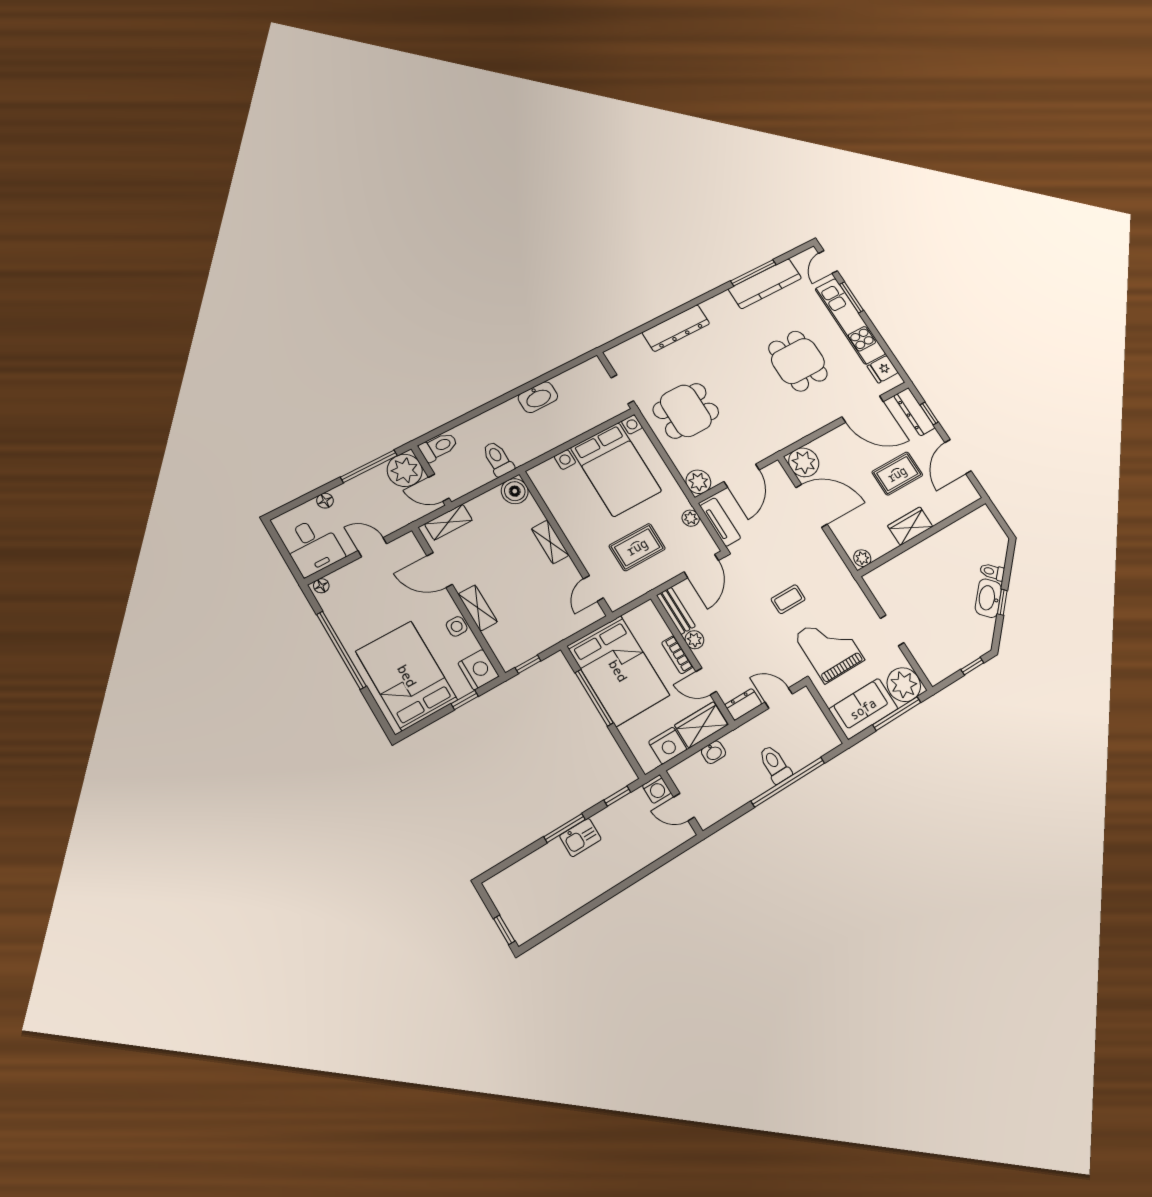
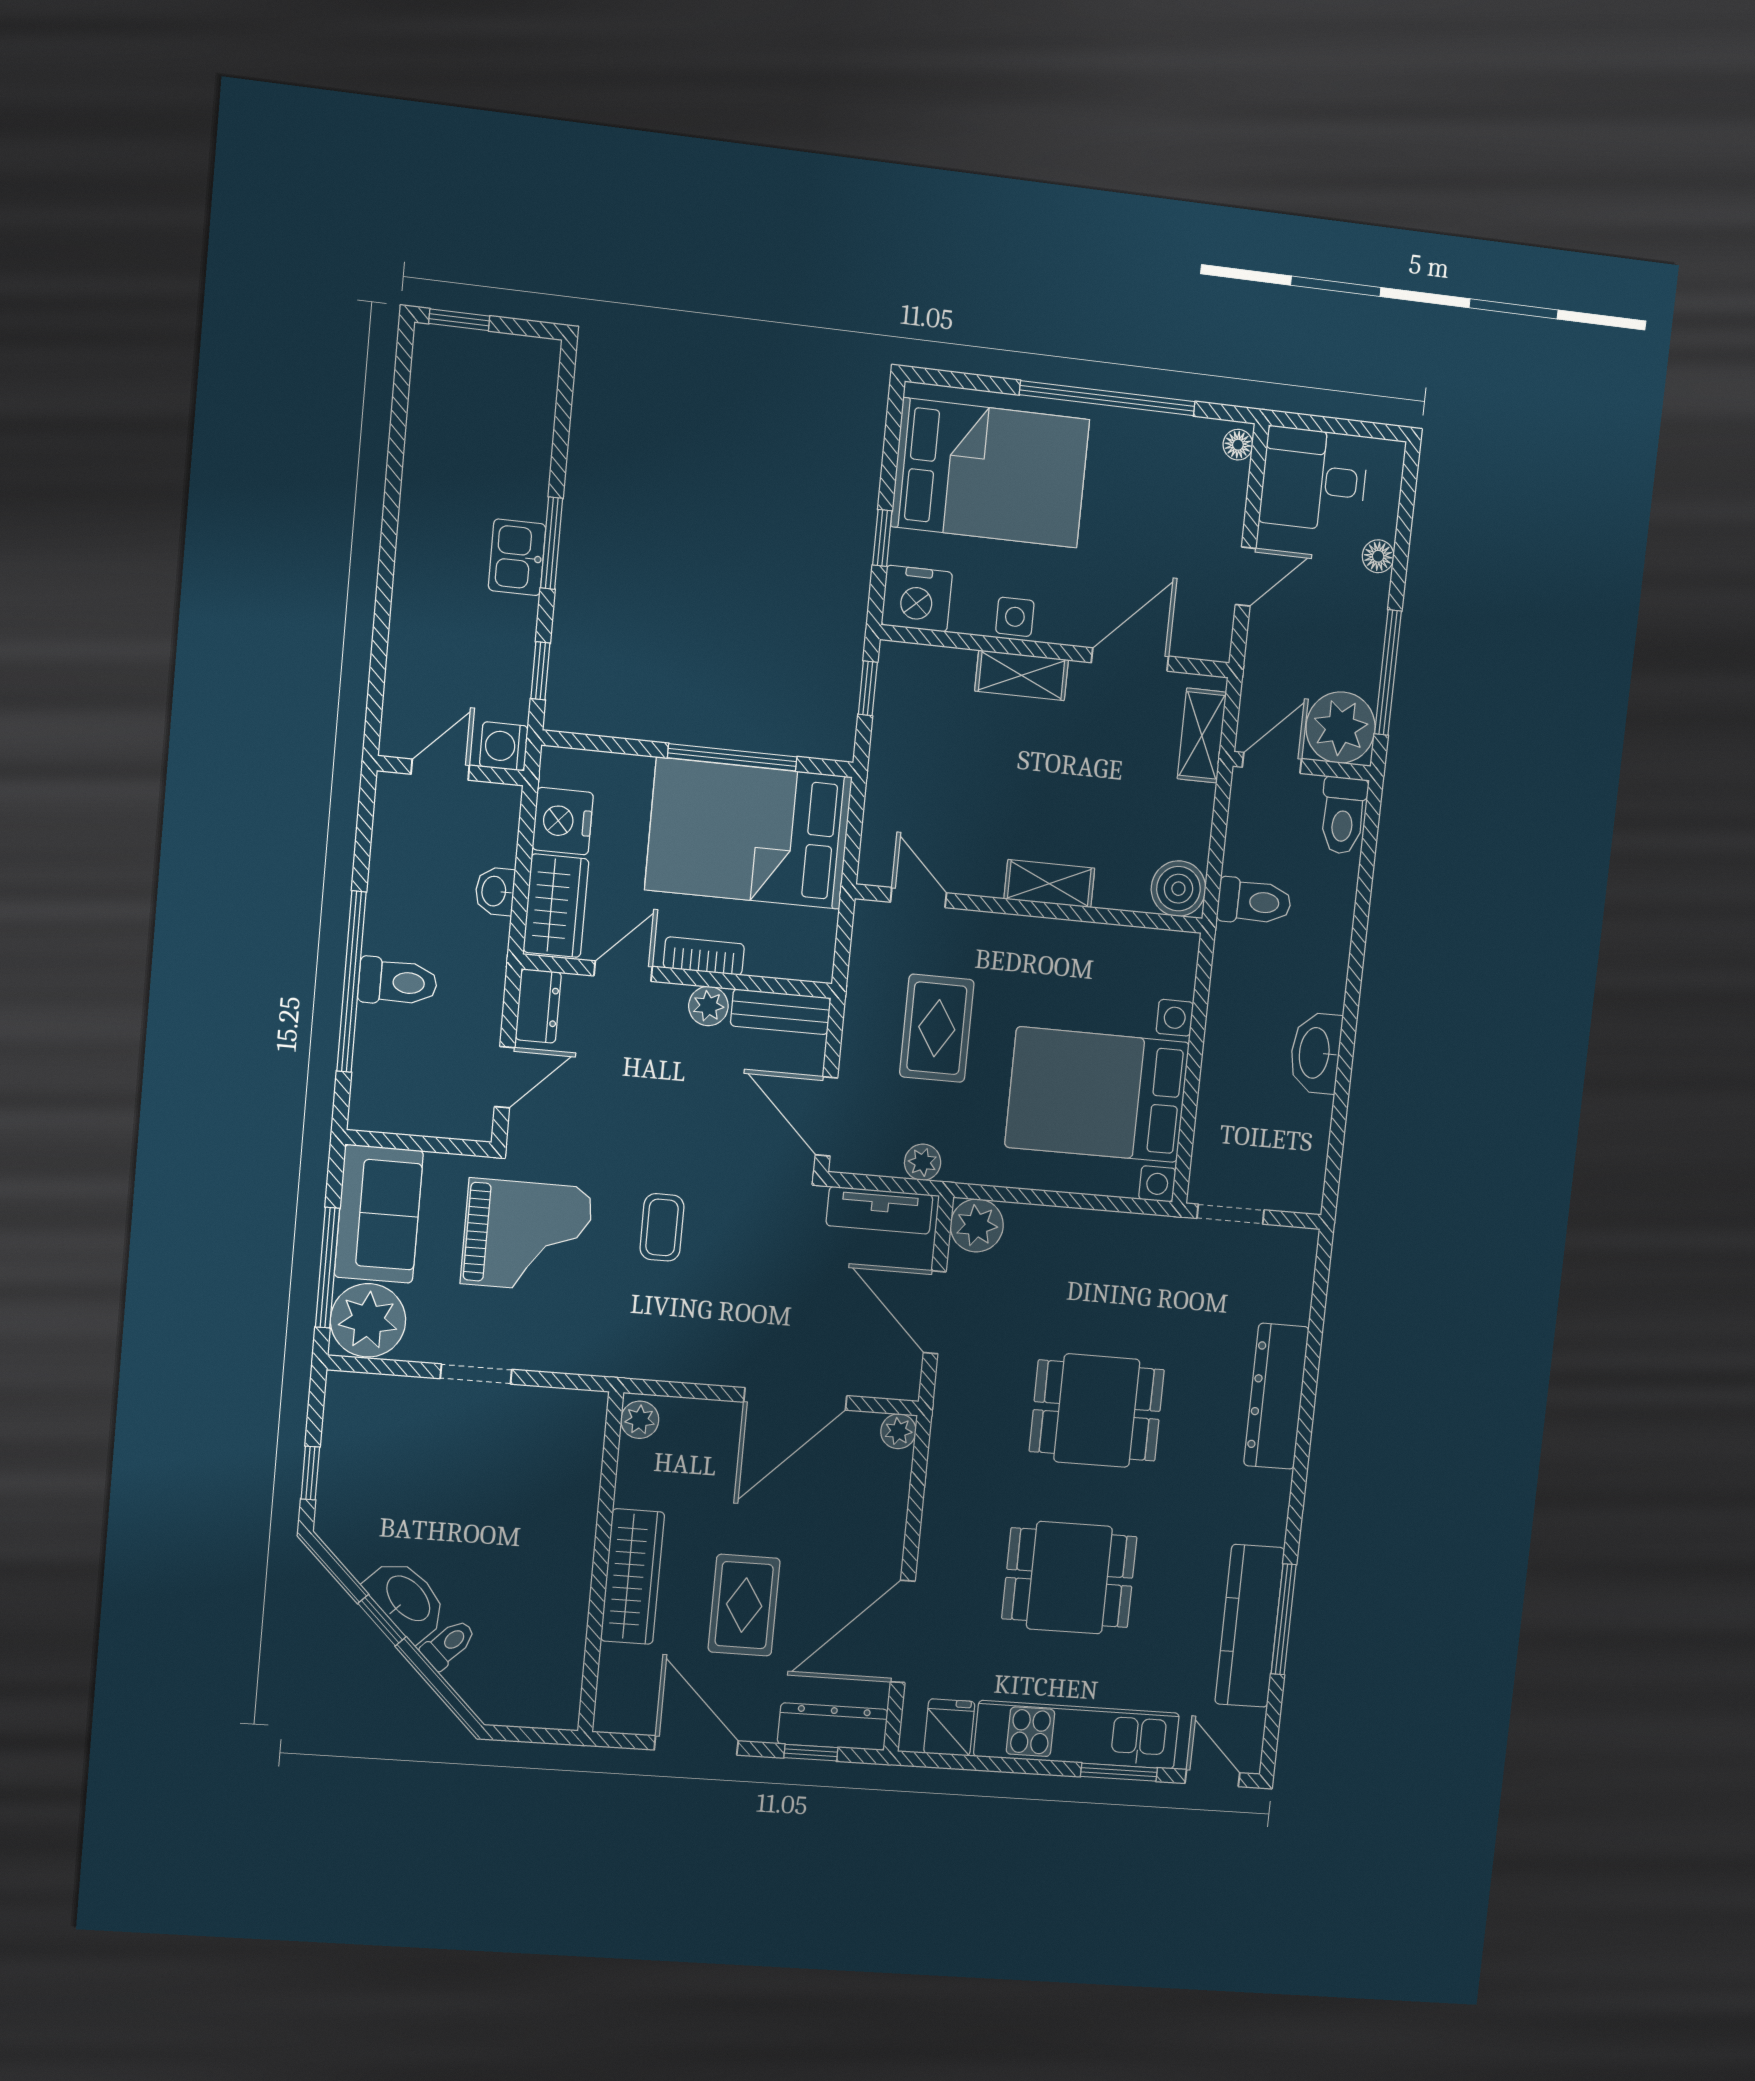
dining table: (686, 411) -> (1097, 1411), moved, turned 90
plant: (804, 462) -> (898, 1431), width x0.53, depth x0.53
wardrobe: (910, 526) -> (633, 1577), width x1.50

